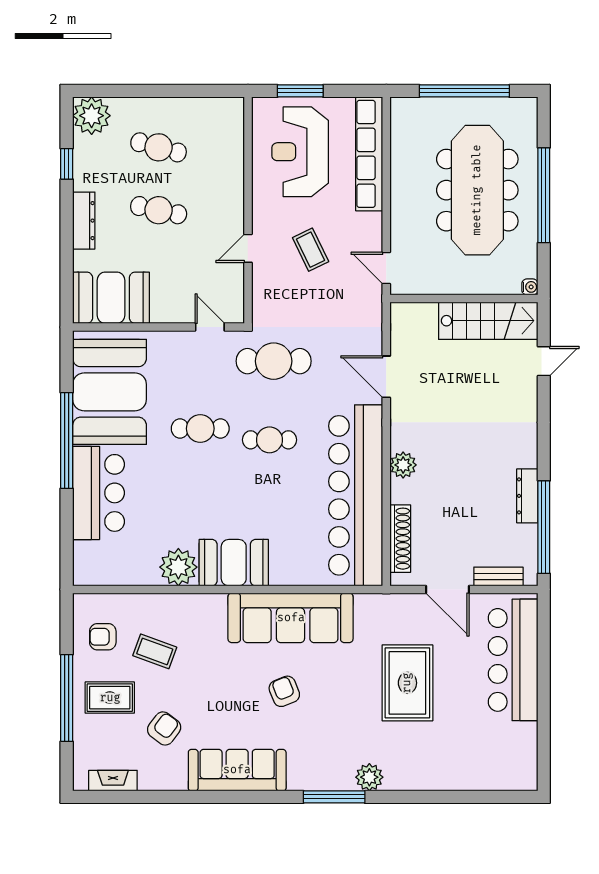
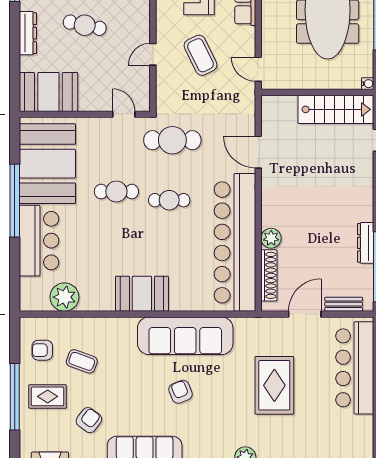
coffee table: (311, 250) -> (201, 55), width x1.36, depth x1.30
plant: (403, 465) -> (271, 238), moved
plant: (178, 567) -> (64, 297), moved
door: (447, 589) -> (305, 314), swing flipped

